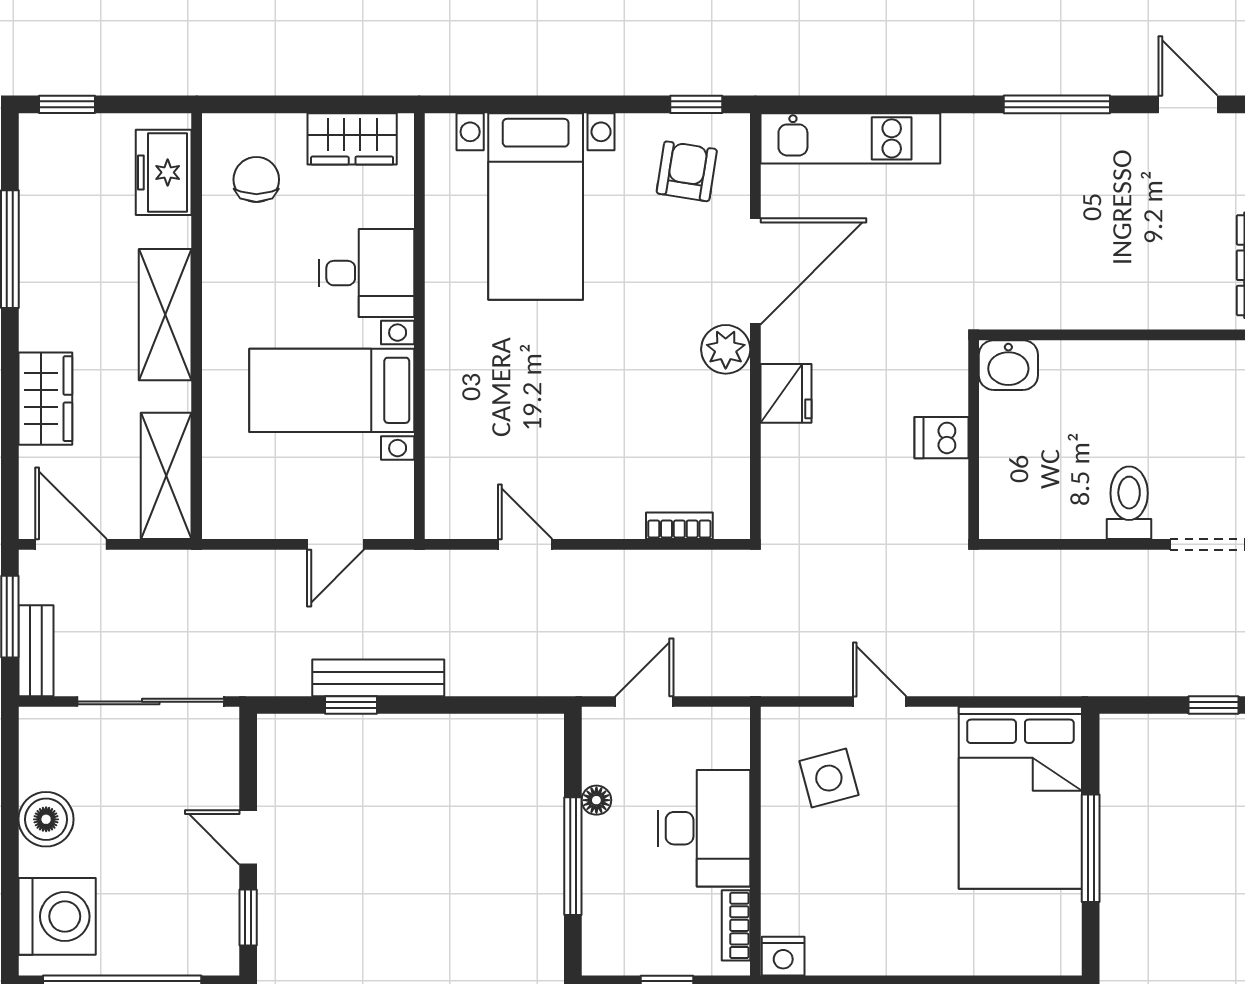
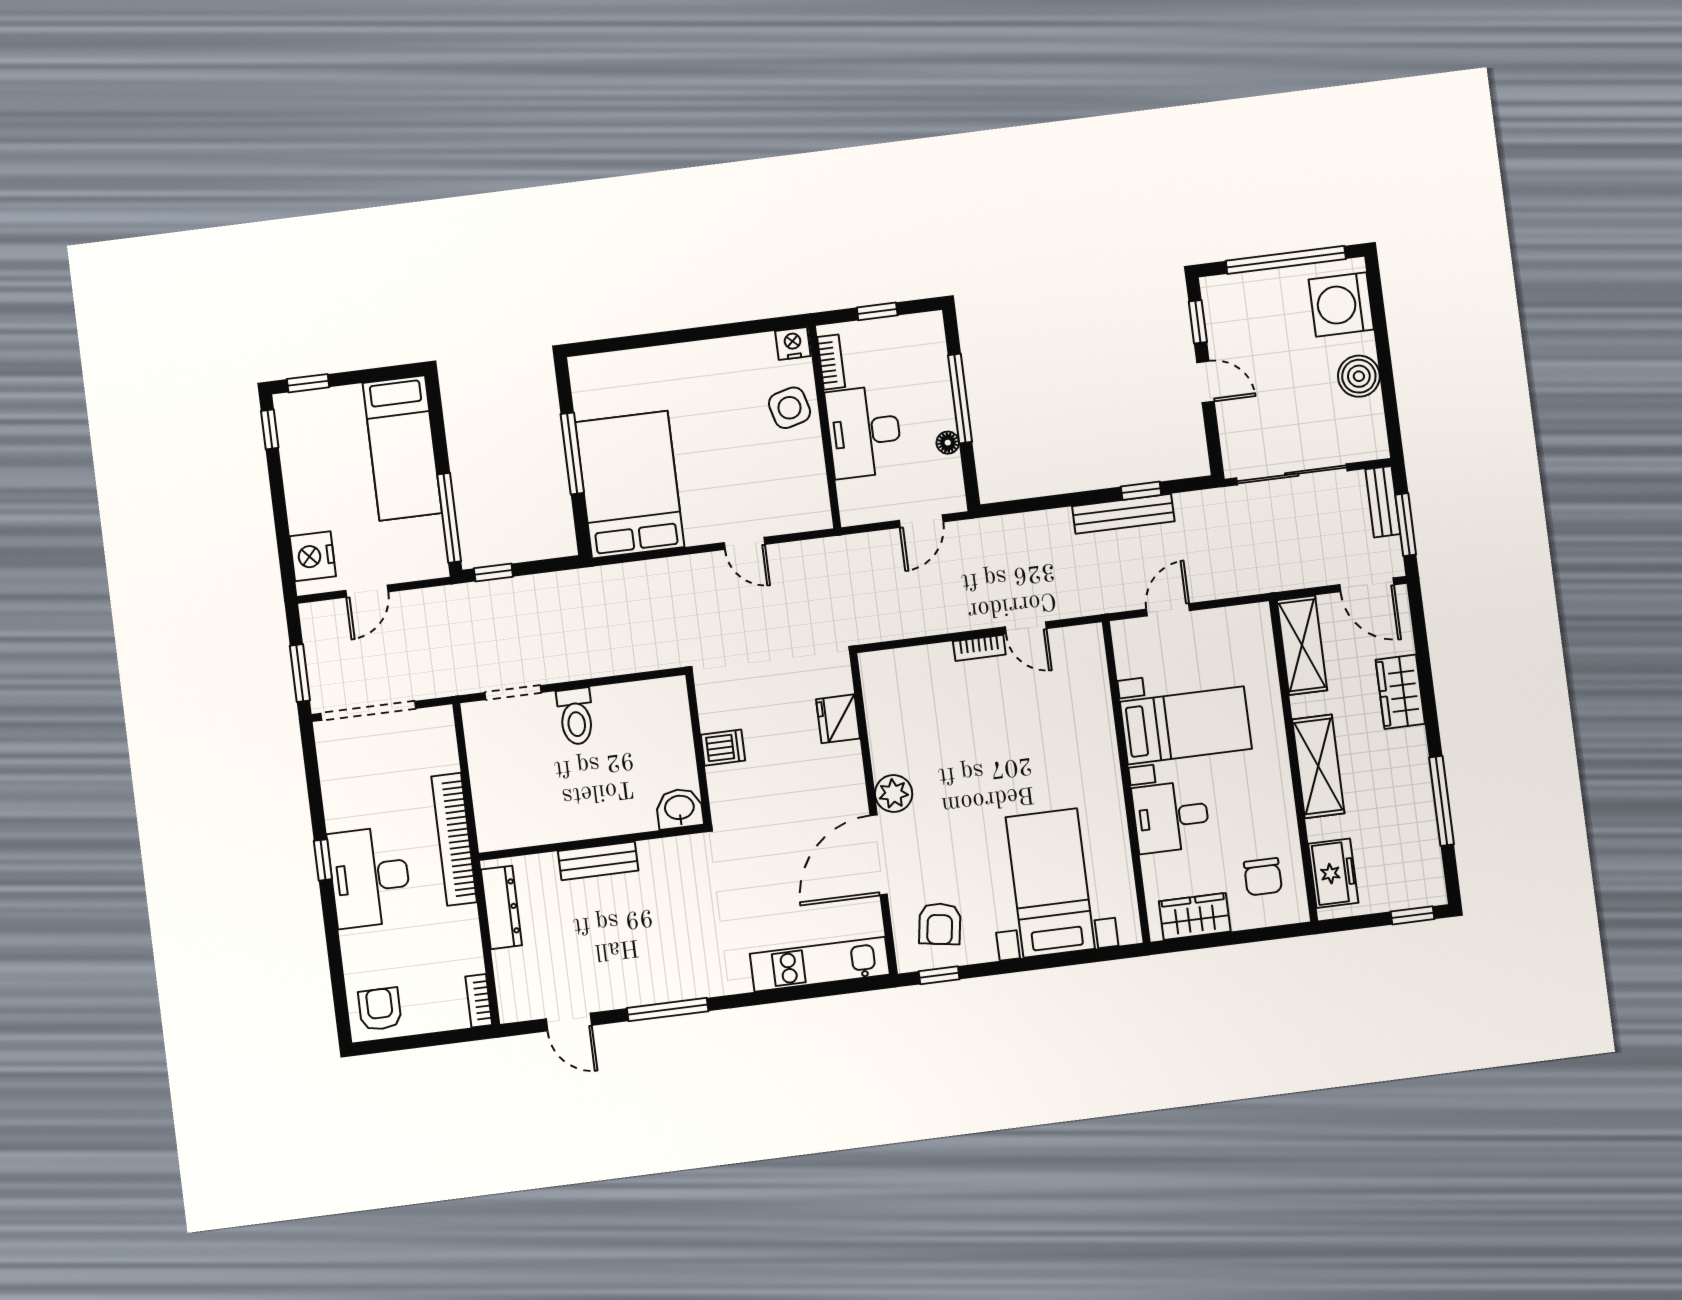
bench: (1123, 310) -> (598, 861), added
fridge: (786, 393) -> (838, 719), moved
bookcase: (679, 526) -> (979, 648), moved
side table: (829, 778) -> (790, 408), moved

